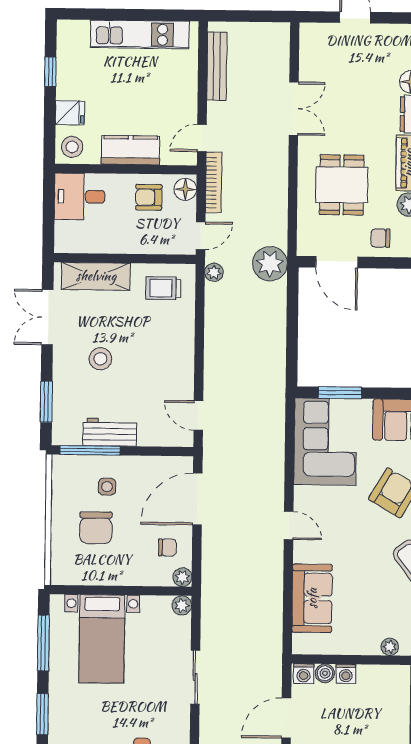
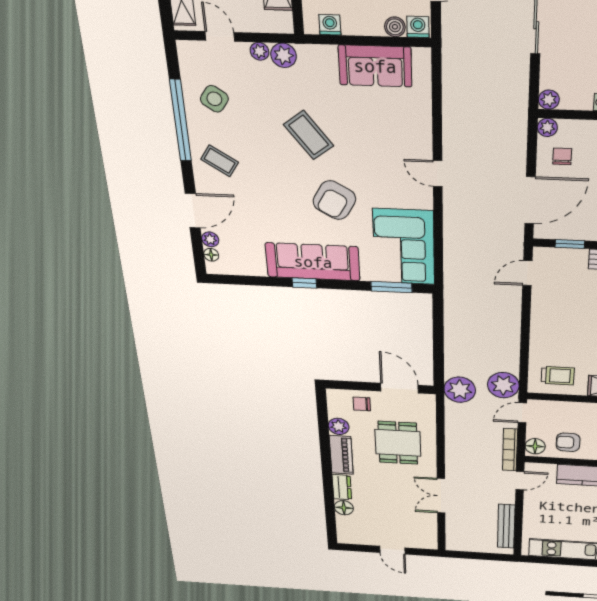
armchair: (149, 197) -> (568, 442), turned 180
chair: (380, 238) -> (362, 404), turned 180
plant: (214, 272) -> (503, 385), width x1.88, depth x1.88
door: (198, 415) -> (527, 273), swing flipped
window: (156, 451) -> (570, 244), added
chair: (167, 548) -> (562, 156), turned 90
sofa: (312, 598) -> (375, 66), moved, turned -90
plant: (390, 647) -> (327, 53), removed
washing machine: (346, 674) -> (330, 25), moved

